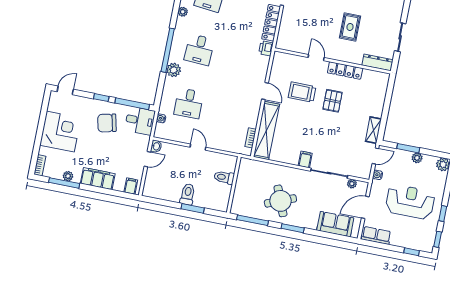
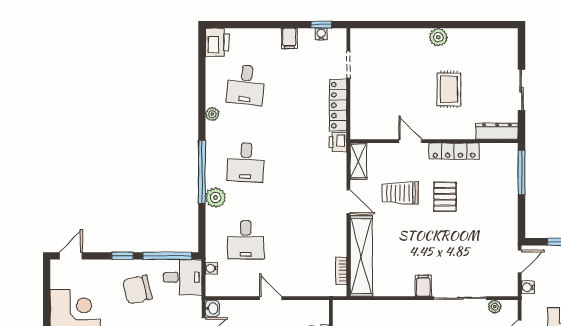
window: (389, 94) -> (521, 172), added
shelving: (373, 130) -> (358, 161), moved

